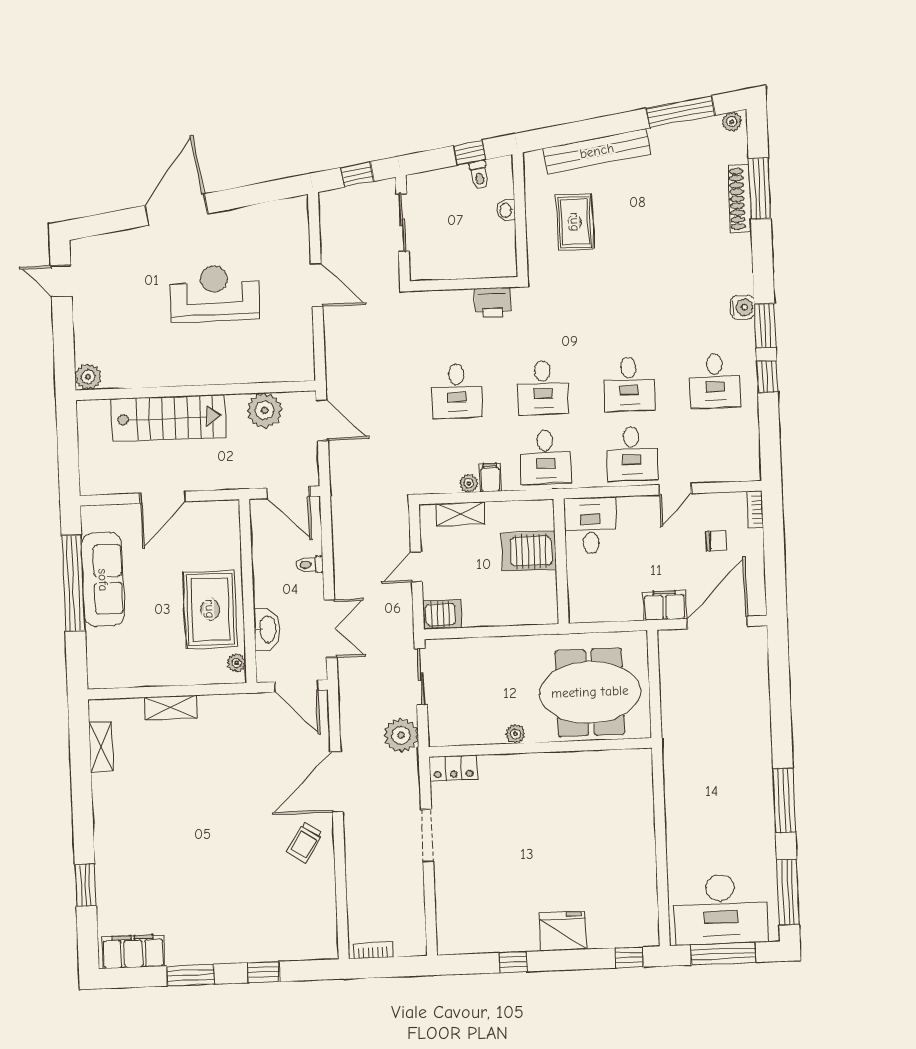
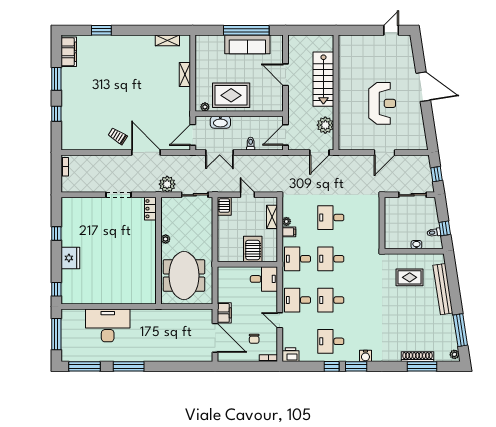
printer: (493, 302) -> (290, 355), moved, turned 90
plant: (88, 377) -> (345, 41), removed
desk: (721, 909) -> (108, 325), moved, turned 90

